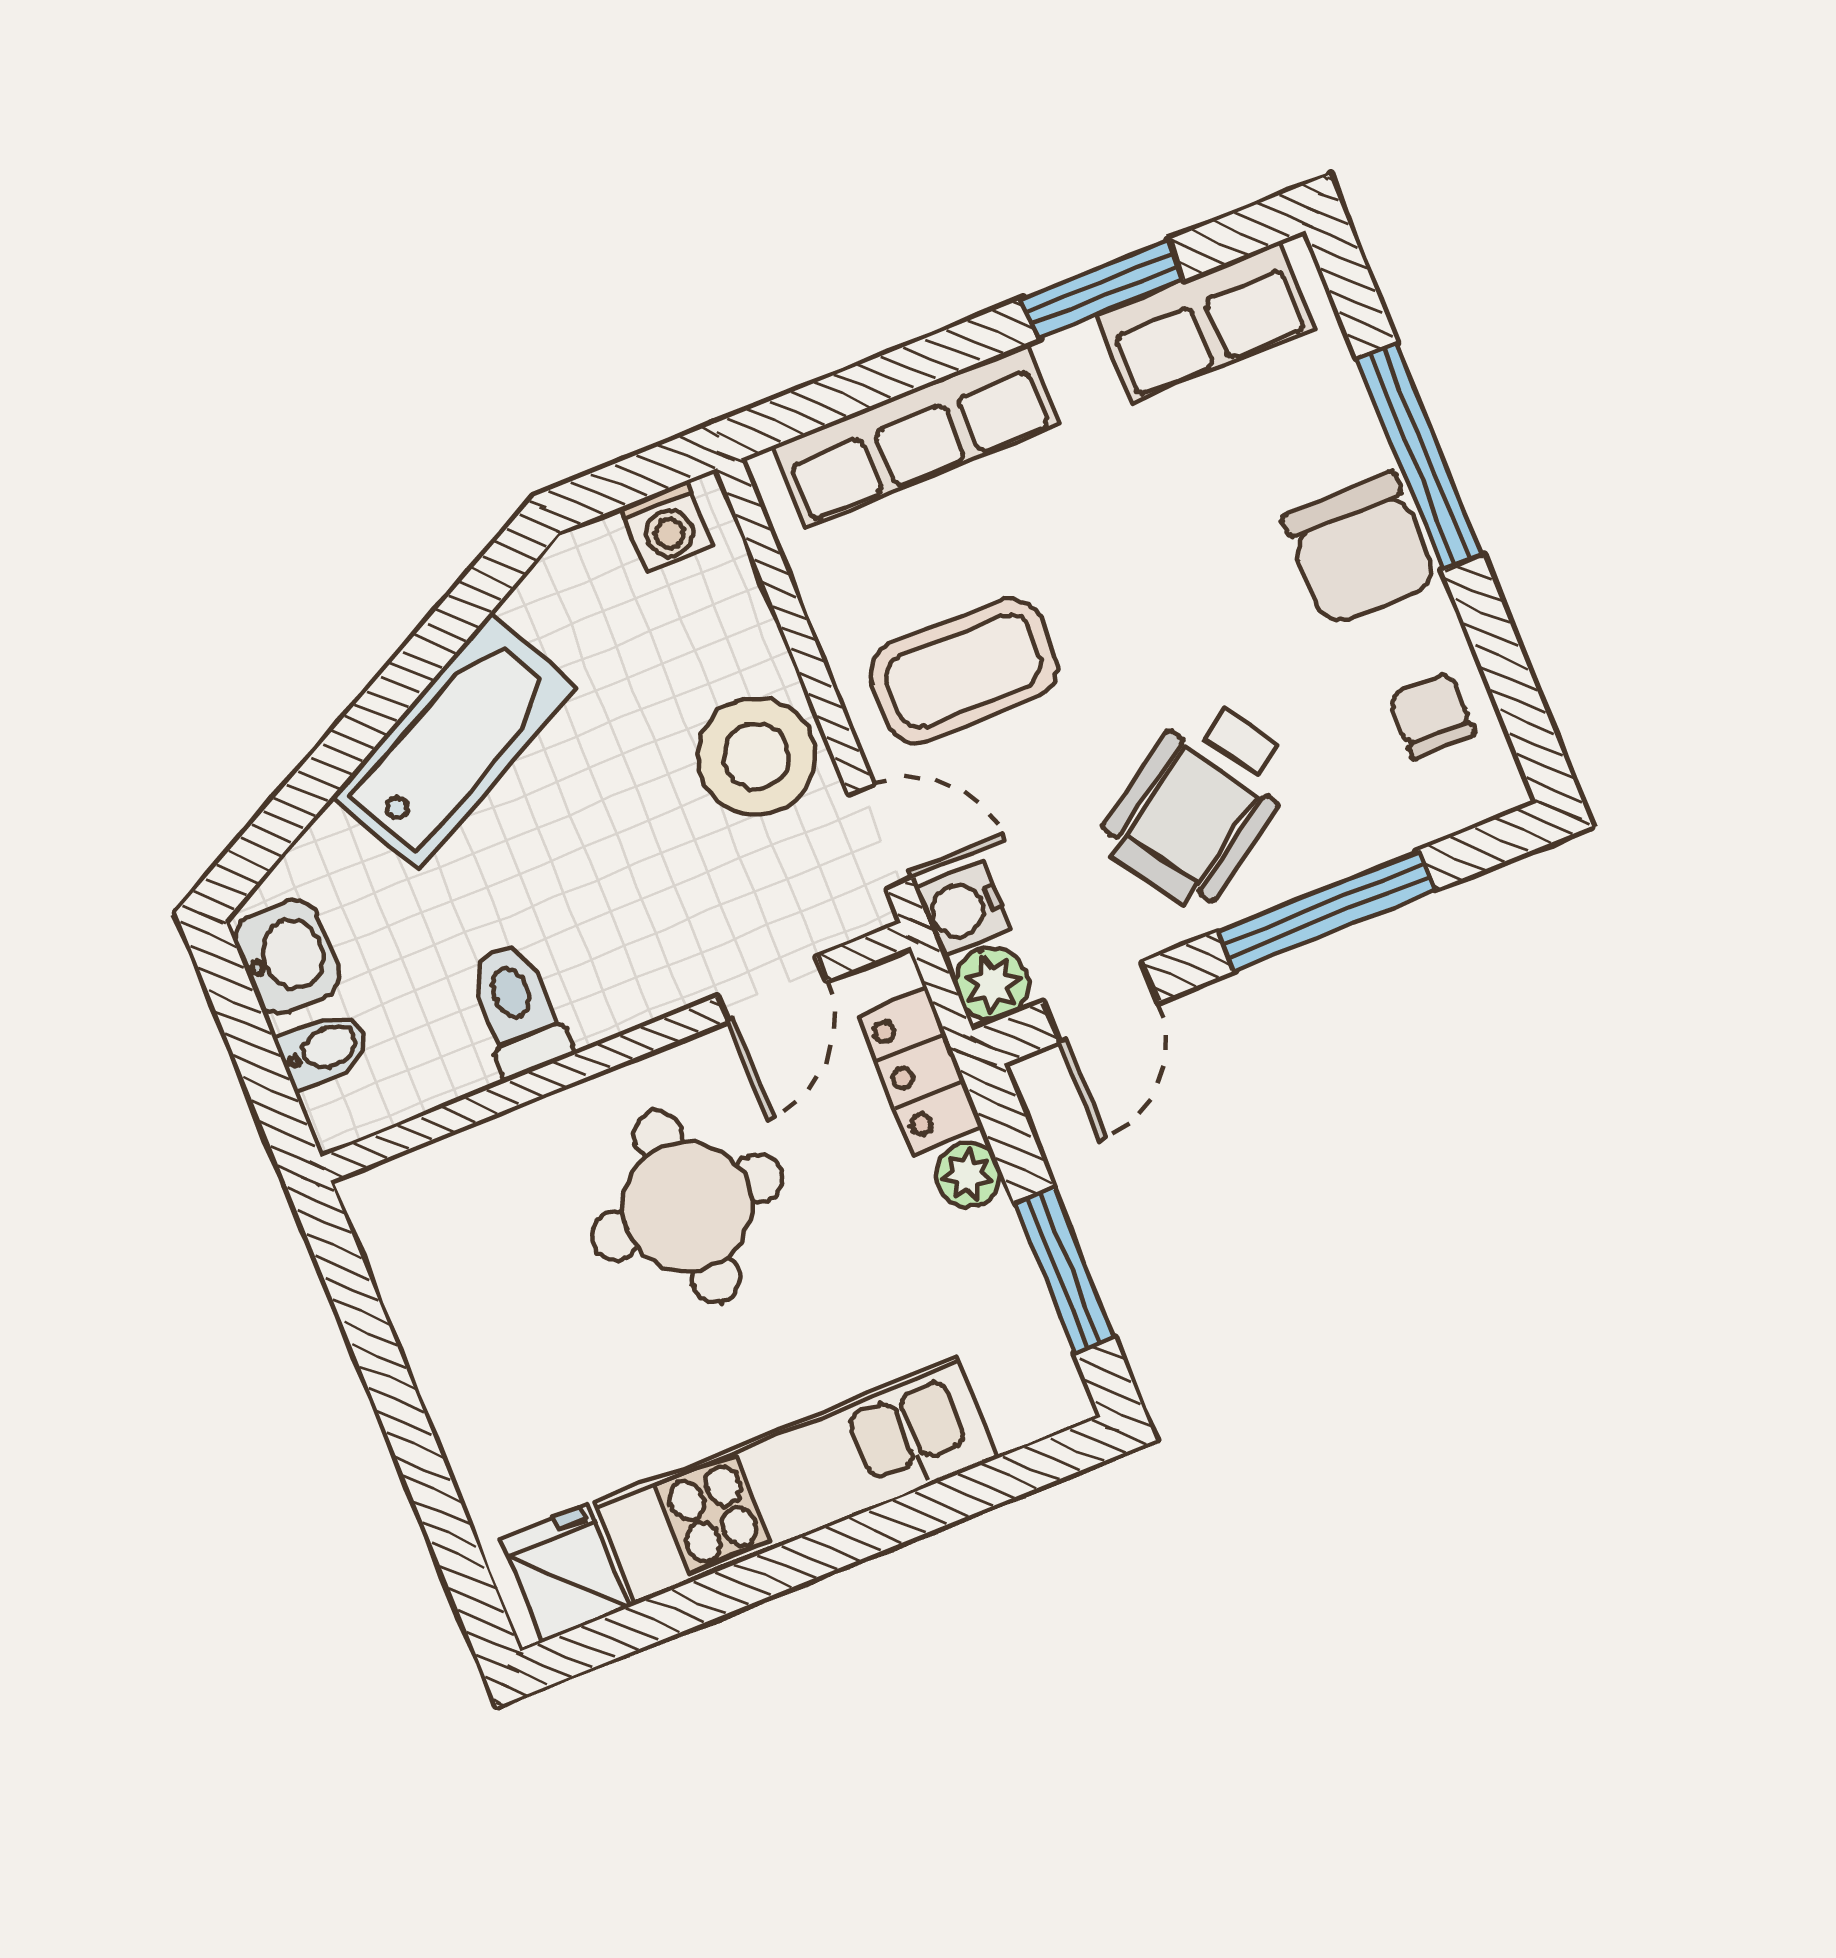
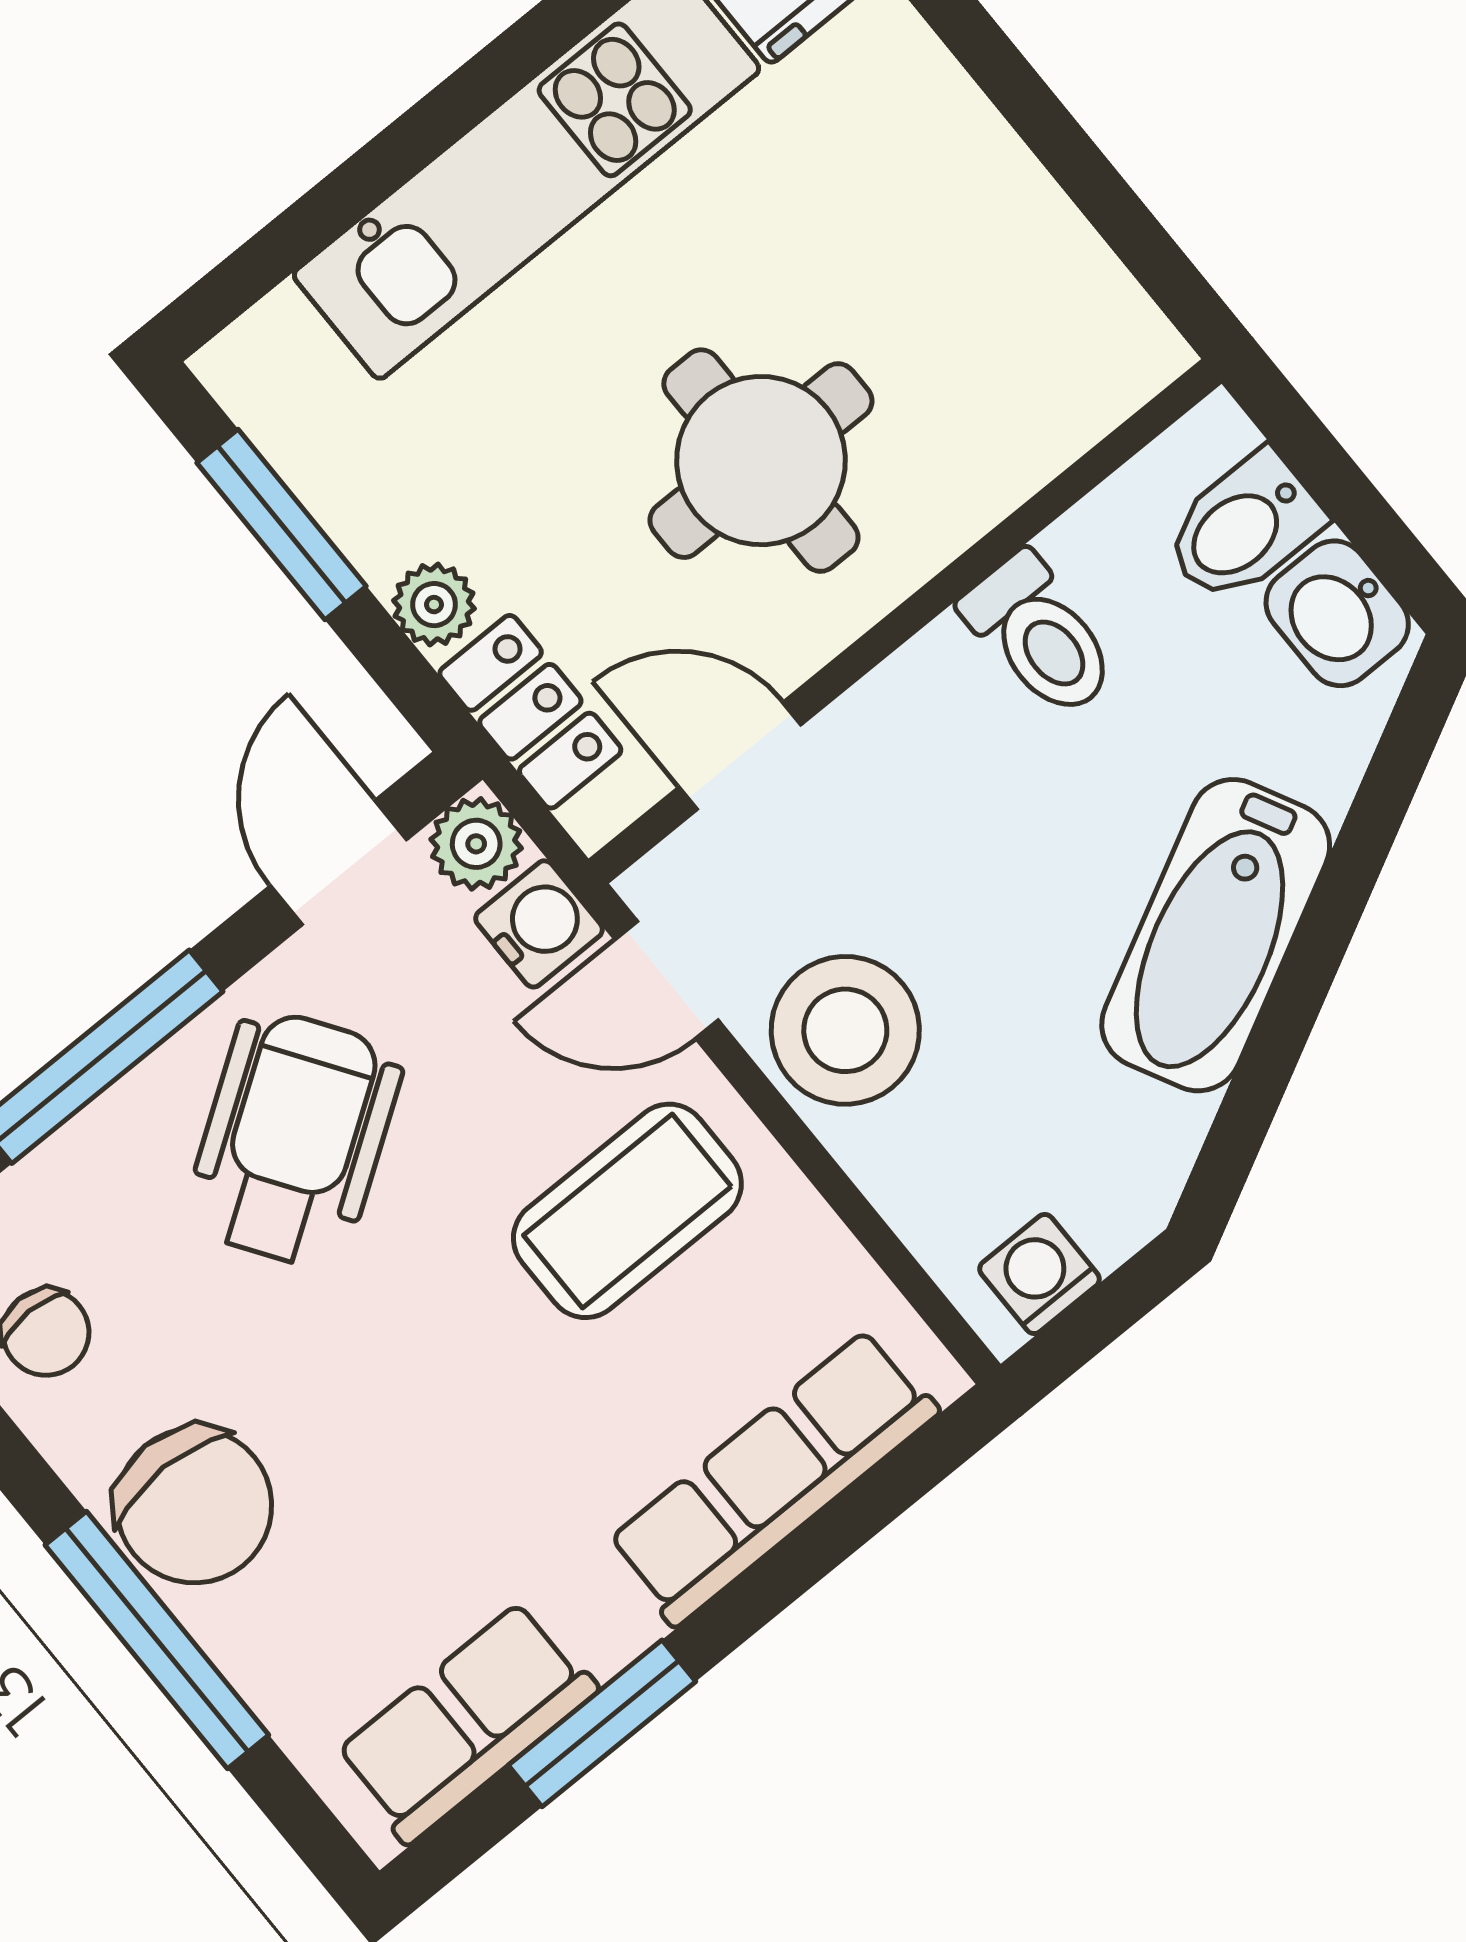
chair: (1360, 550) -> (194, 1506), turned 180
door: (772, 989) -> (740, 756), hinge flipped
bidet: (324, 1049) -> (1243, 528), width x1.38, depth x1.36

